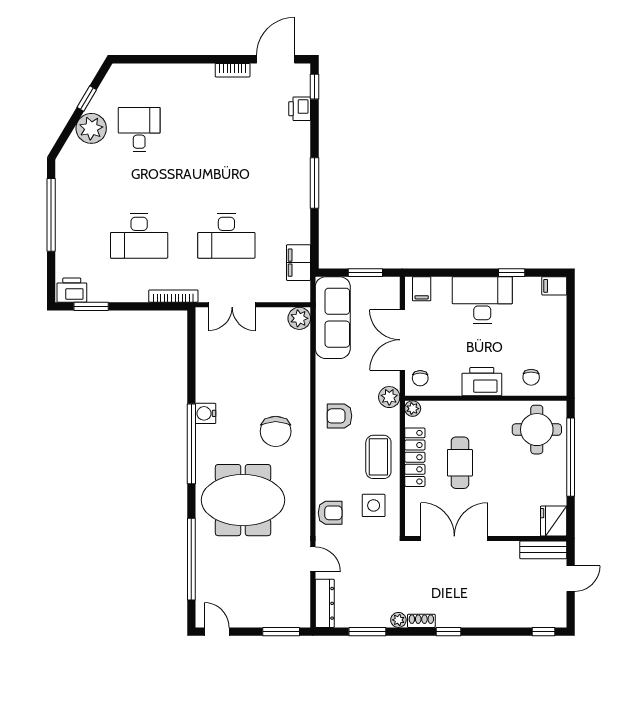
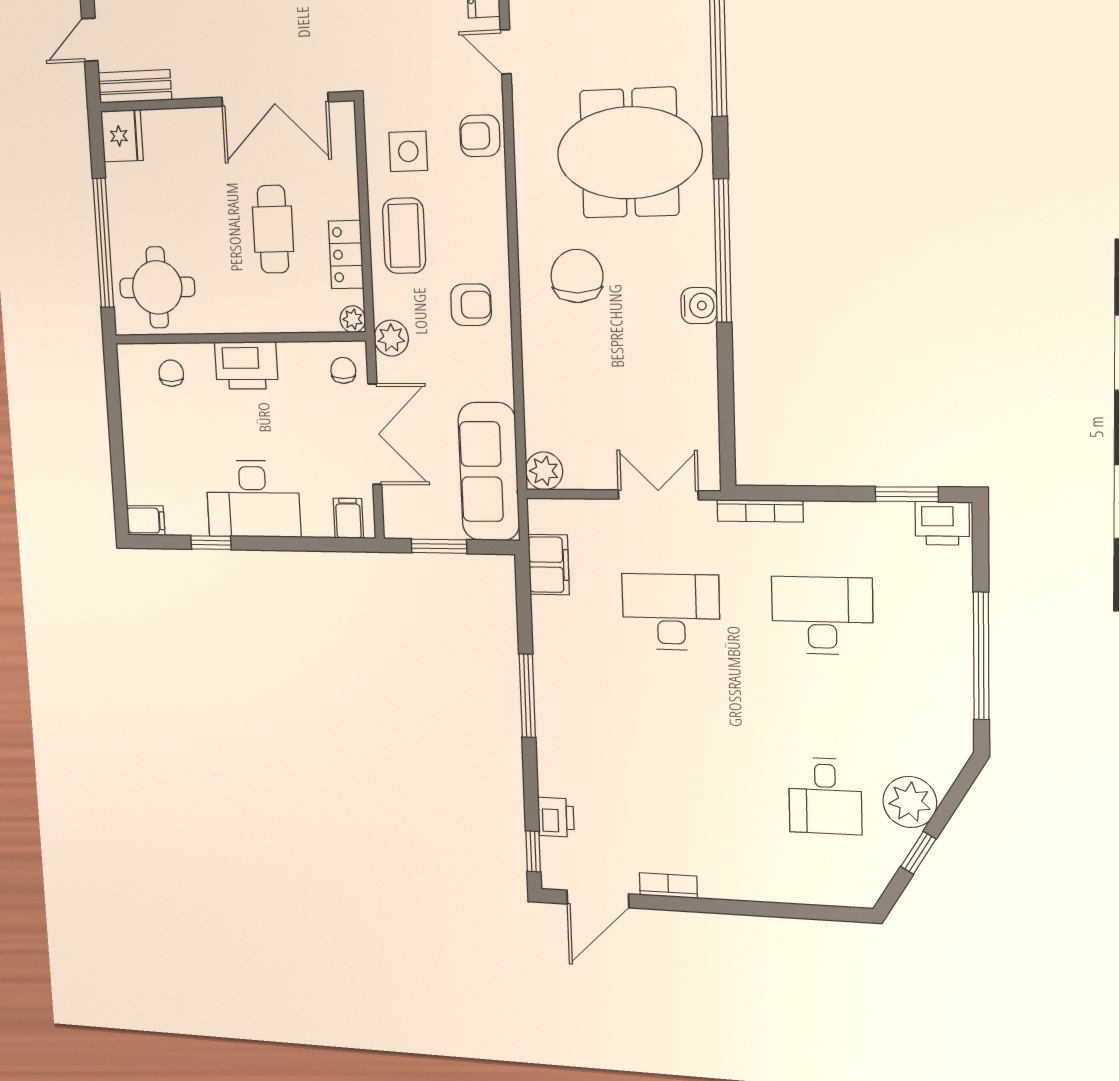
locker: (415, 457) -> (346, 255), width x0.66

